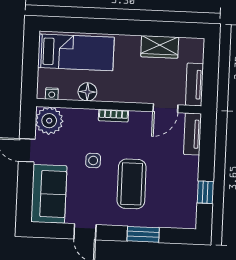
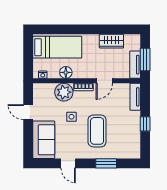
window: (210, 77) -> (145, 59), added
door: (165, 108) -> (104, 81), moved
plant: (49, 121) -> (64, 92), moved
window: (205, 192) -> (145, 124), moved

